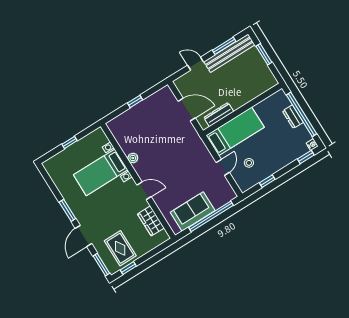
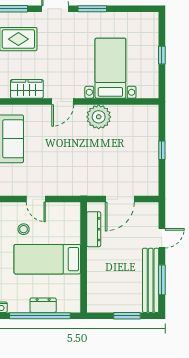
bed: (235, 131) -> (47, 259), moved, turned 90
plant: (133, 158) -> (99, 117), width x1.88, depth x1.88

